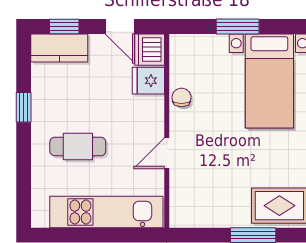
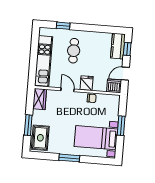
fridge: (148, 81) -> (87, 83), moved
window: (24, 107) -> (63, 26), moved
wardrobe: (193, 214) -> (40, 99), added

